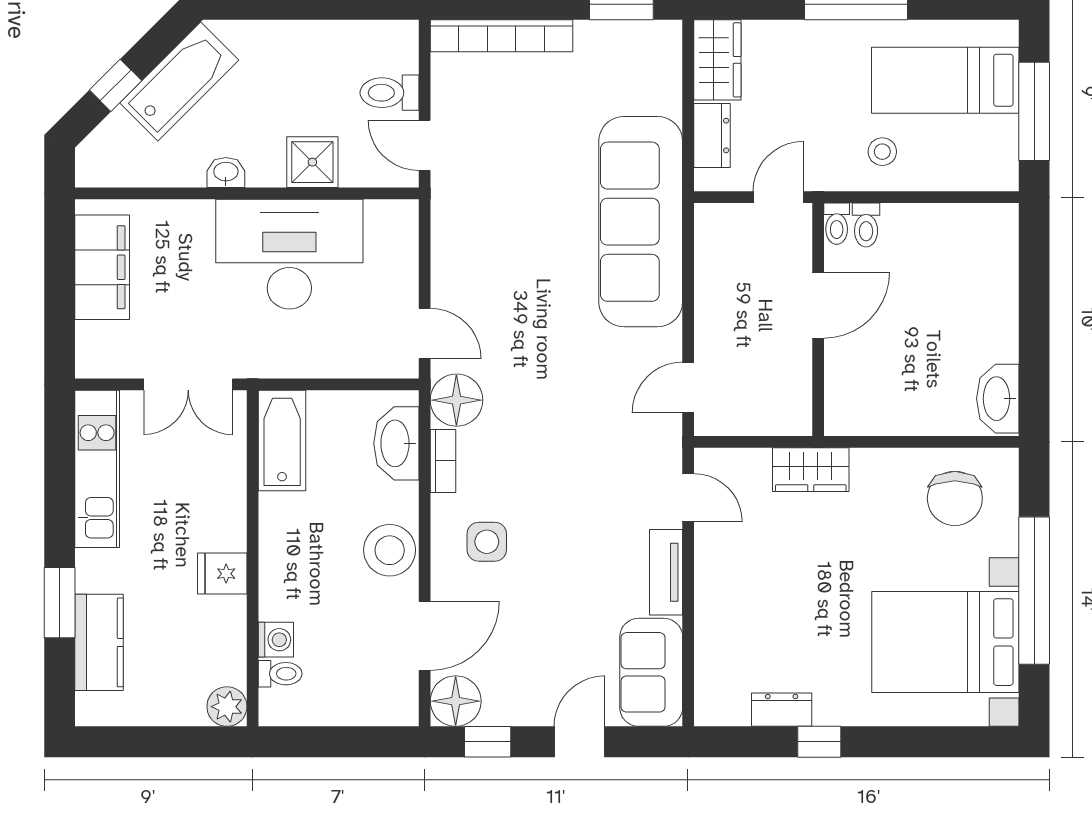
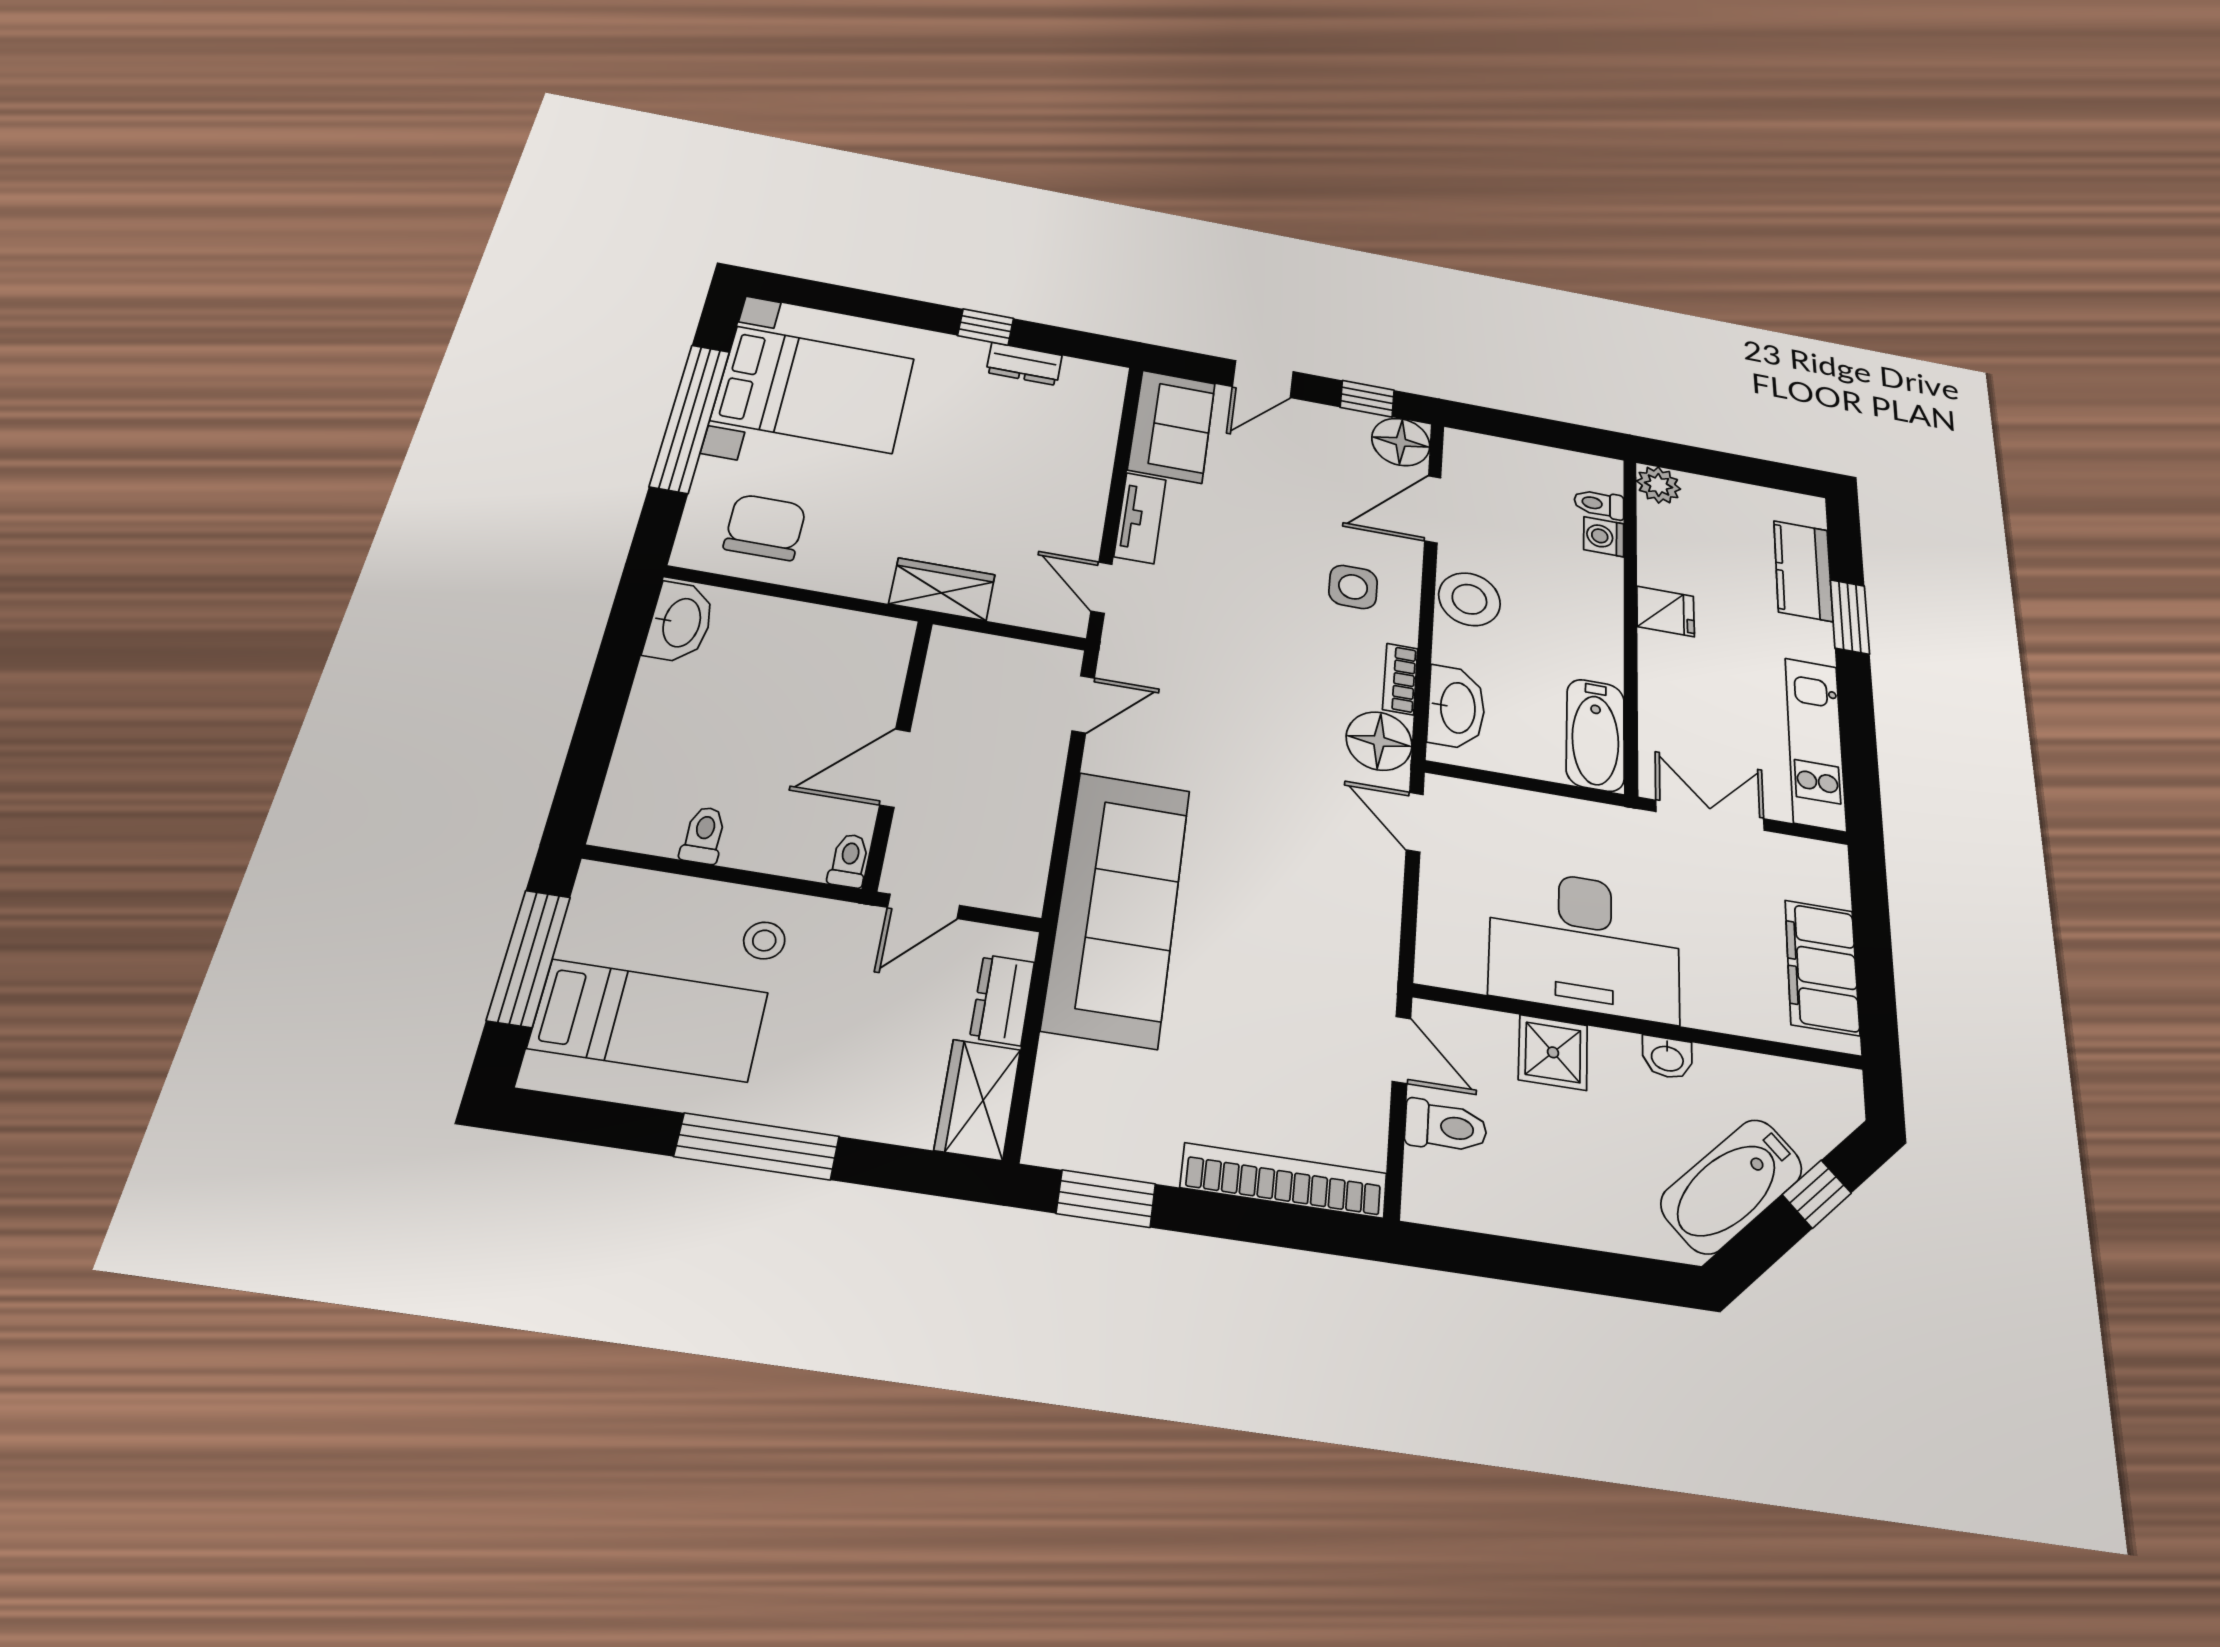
toilet: (866, 225) -> (704, 835), moved

